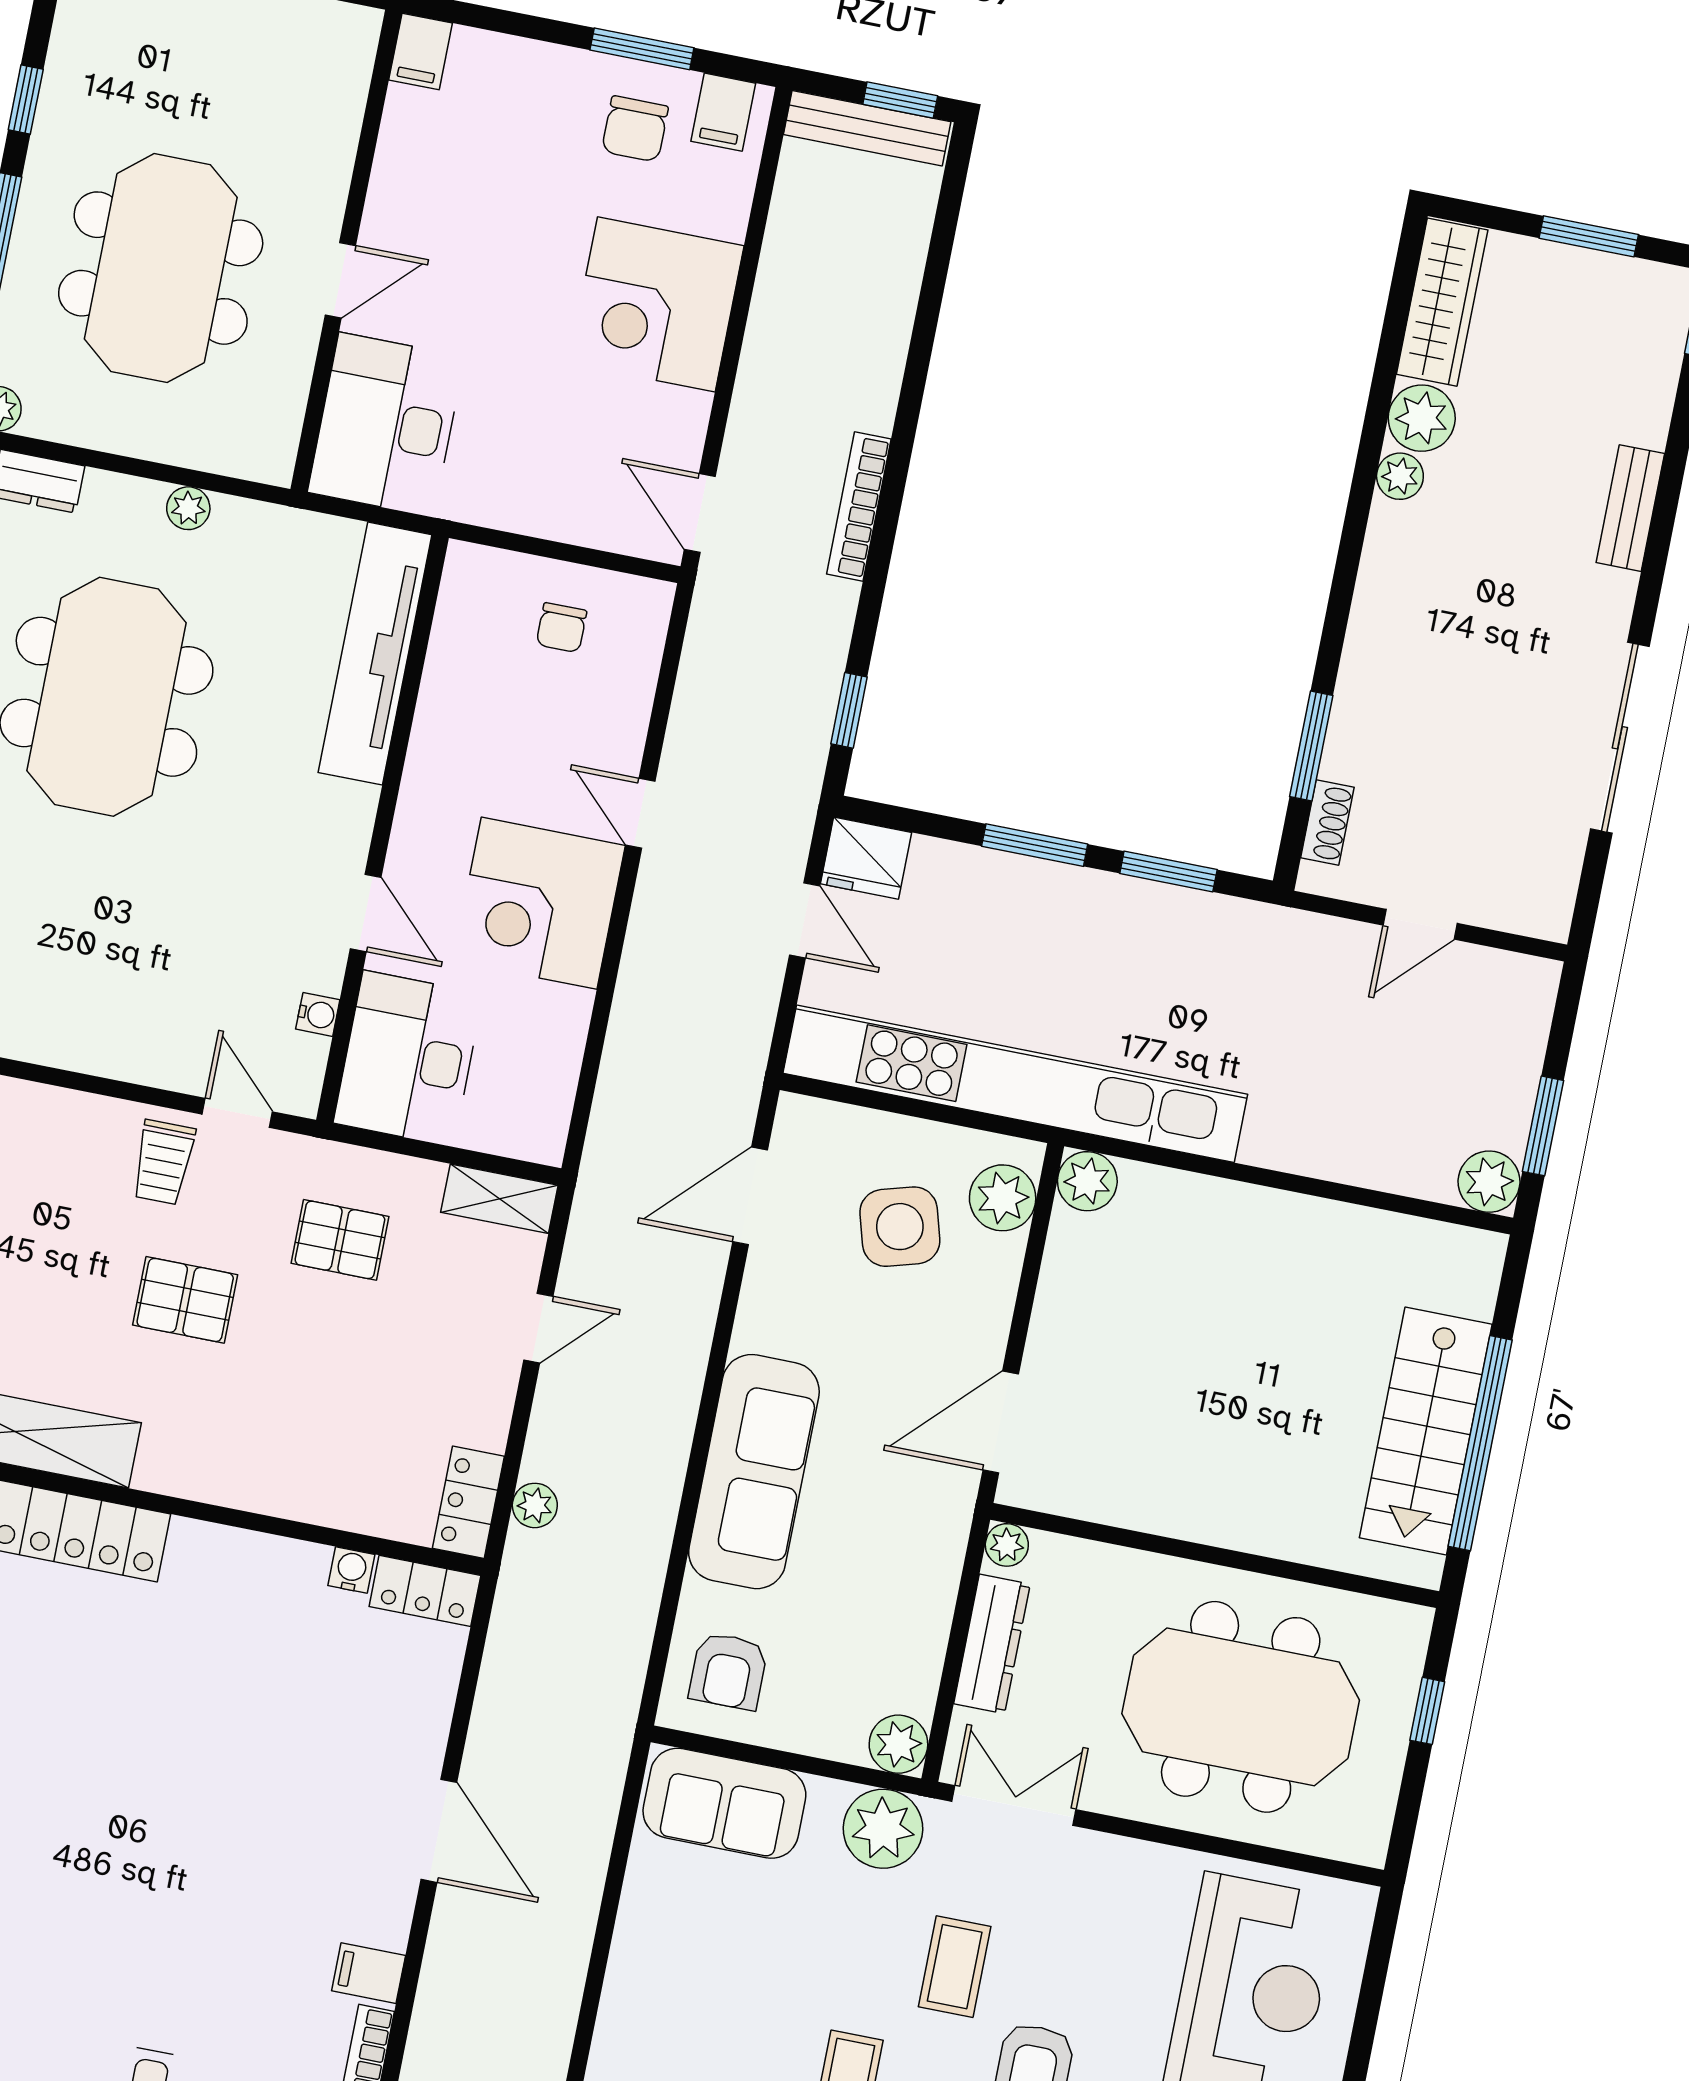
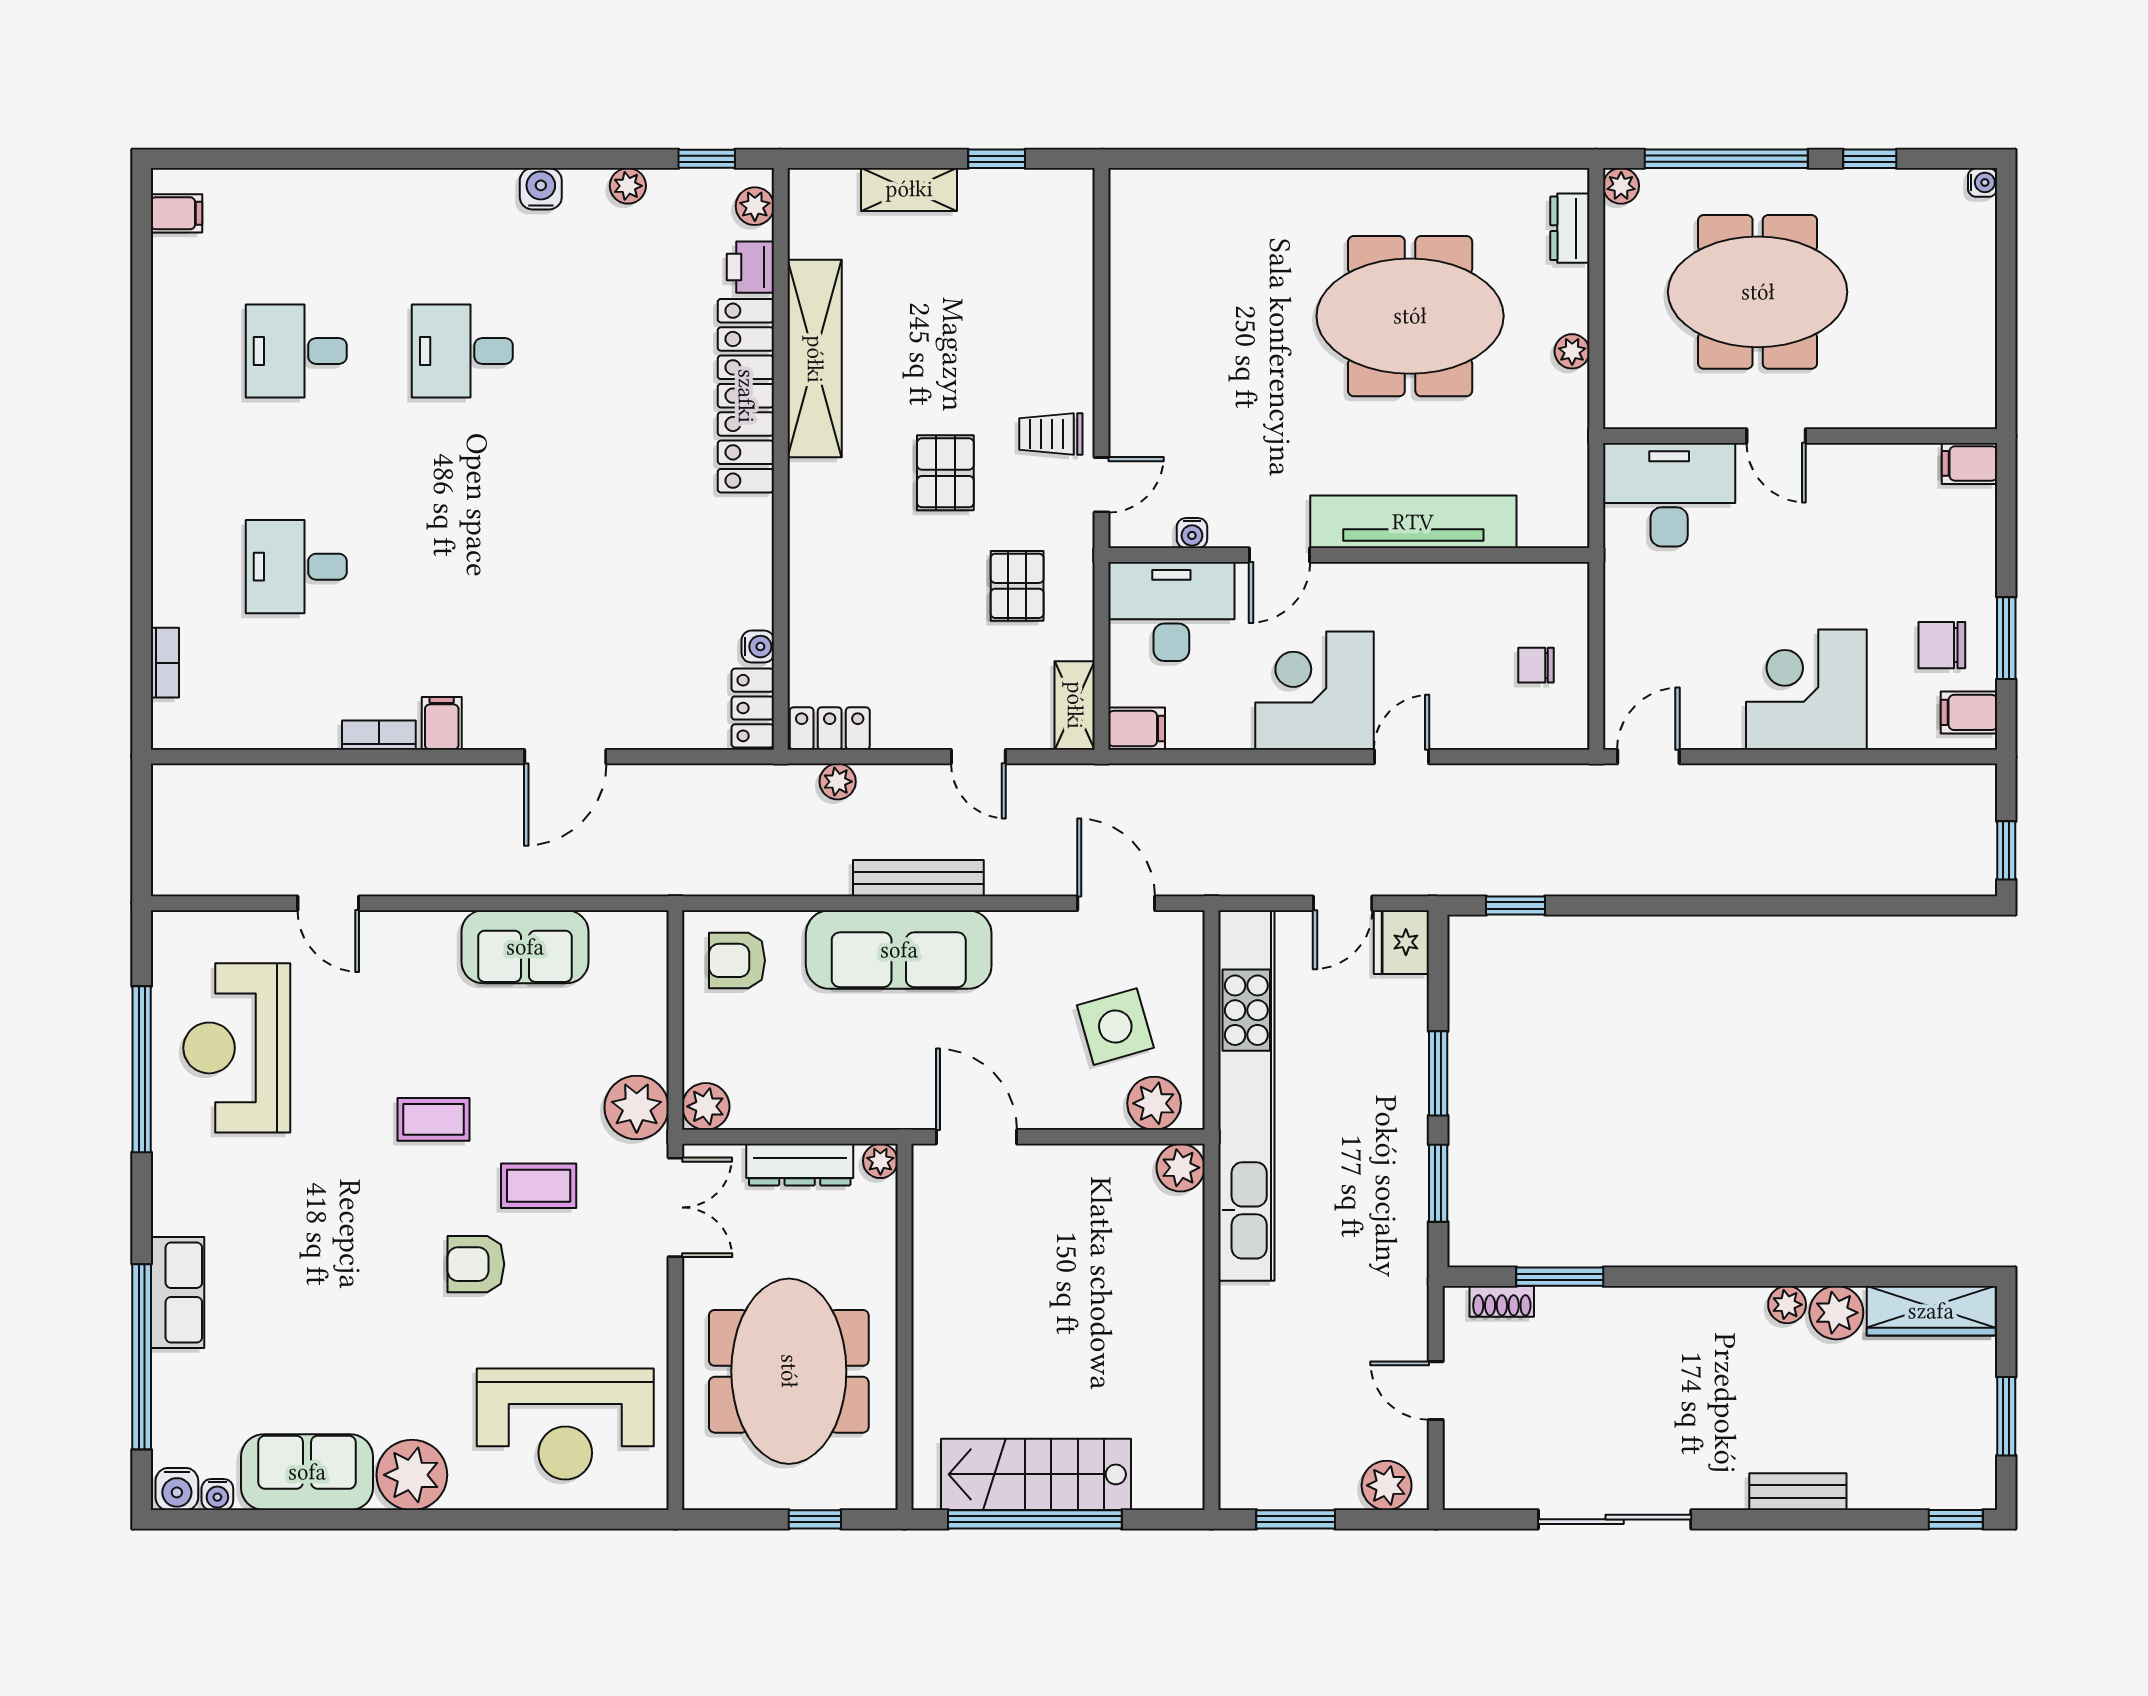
bench: (867, 128) -> (918, 878), moved, turned 90
bookcase: (859, 507) -> (1678, 881), removed
tv unit: (375, 654) -> (1413, 522), moved
filing cabinet: (542, 1129) -> (1137, 729), added
plant: (1489, 1182) -> (1387, 1485), moved
sofa: (724, 1803) -> (525, 947), moved, turned -90

